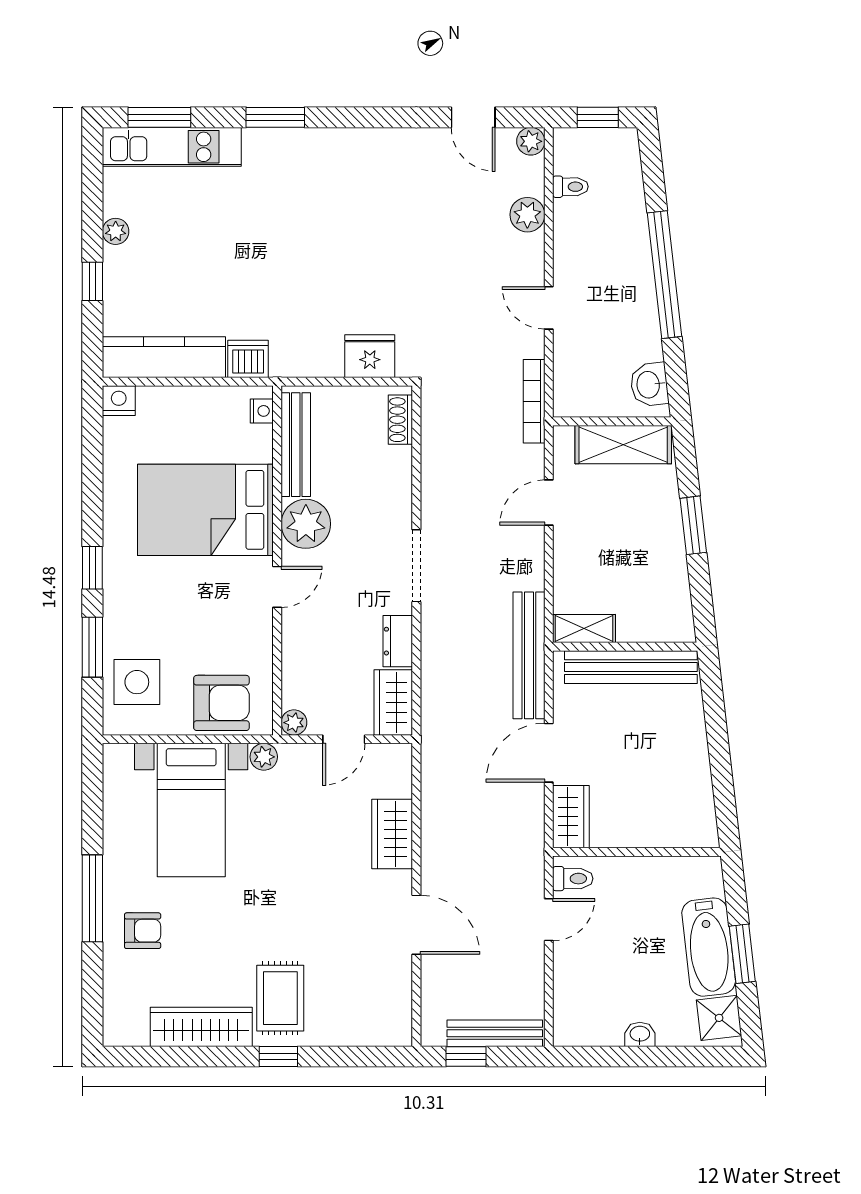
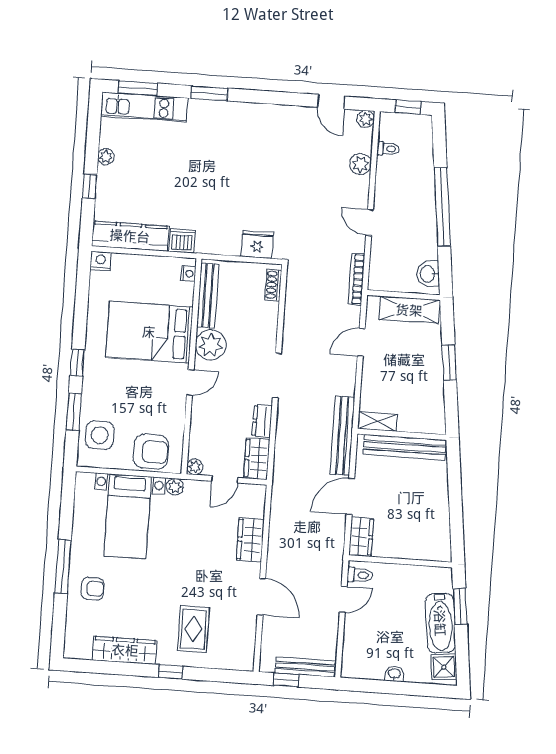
window: (742, 954) -> (460, 606), moved
rug: (280, 998) -> (193, 629), moved

